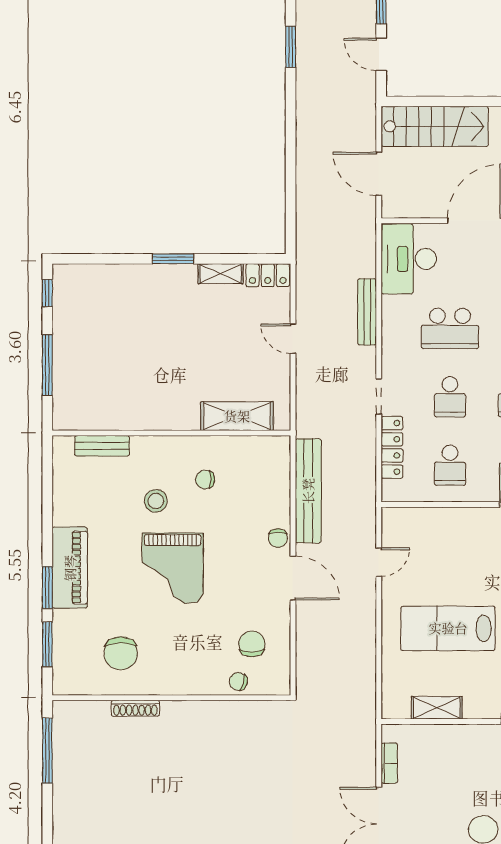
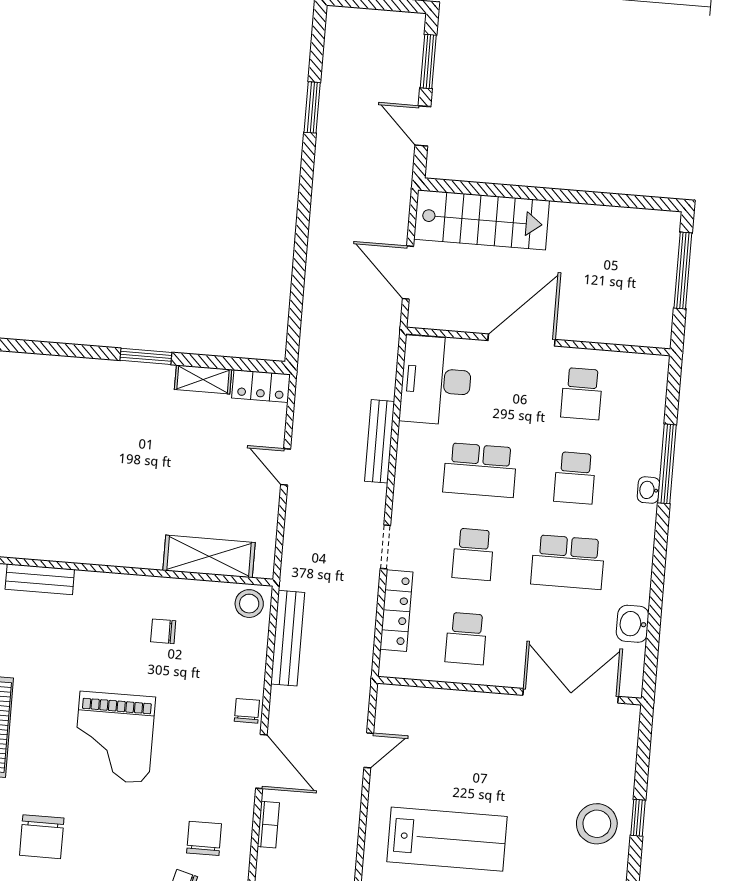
bench: (308, 491) -> (288, 638), width x0.73, depth x0.82
stool: (156, 501) -> (249, 604), moved
chair: (278, 538) -> (247, 711), turned 180
lab bench: (448, 628) -> (447, 839), turned 180
bookcase: (303, 629) -> (268, 825), added

